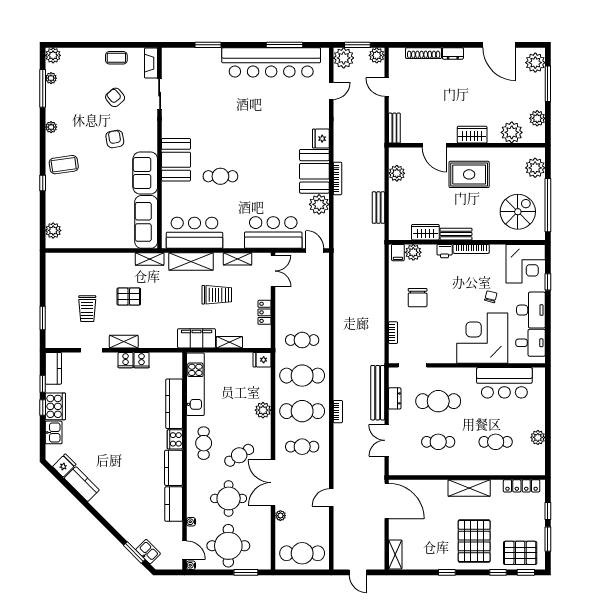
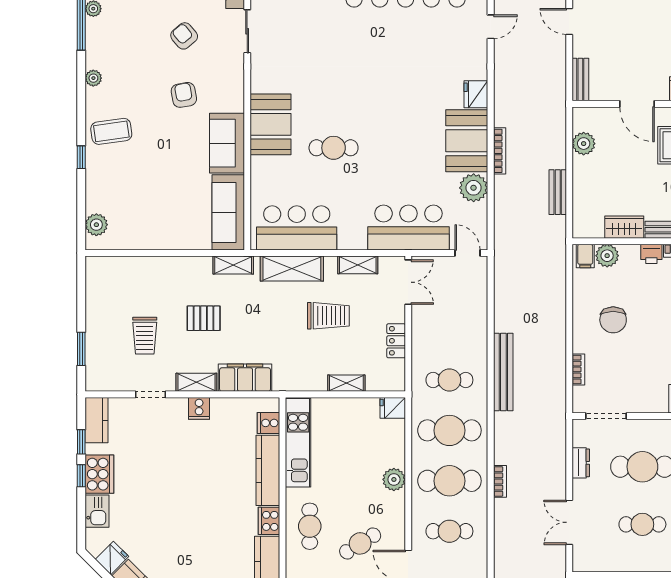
filing cabinet: (197, 338) -> (245, 378), moved
cooker: (142, 360) -> (268, 423), moved, turned 90
bench: (378, 393) -> (503, 372), moved

